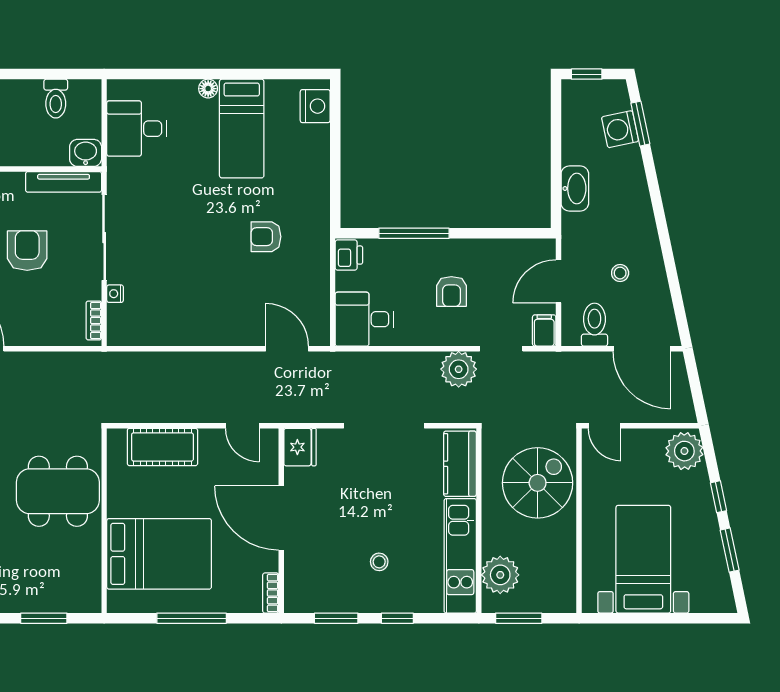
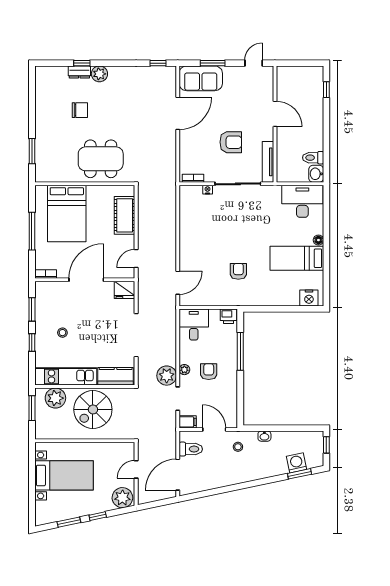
desk: (137, 129) -> (302, 201), width x1.37
washbasin: (86, 153) -> (316, 174), moved, turned 180
washbasin: (575, 188) -> (264, 436), width x0.52, depth x0.69
stool: (620, 273) -> (238, 447), moved
armchair: (451, 291) -> (209, 372), turned 90
plant: (448, 336) -> (184, 370), added
door: (605, 426) -> (136, 469), moved
spiral stairs: (538, 483) -> (93, 409), moved, turned 90
dining table: (58, 491) -> (101, 159), turned 90

